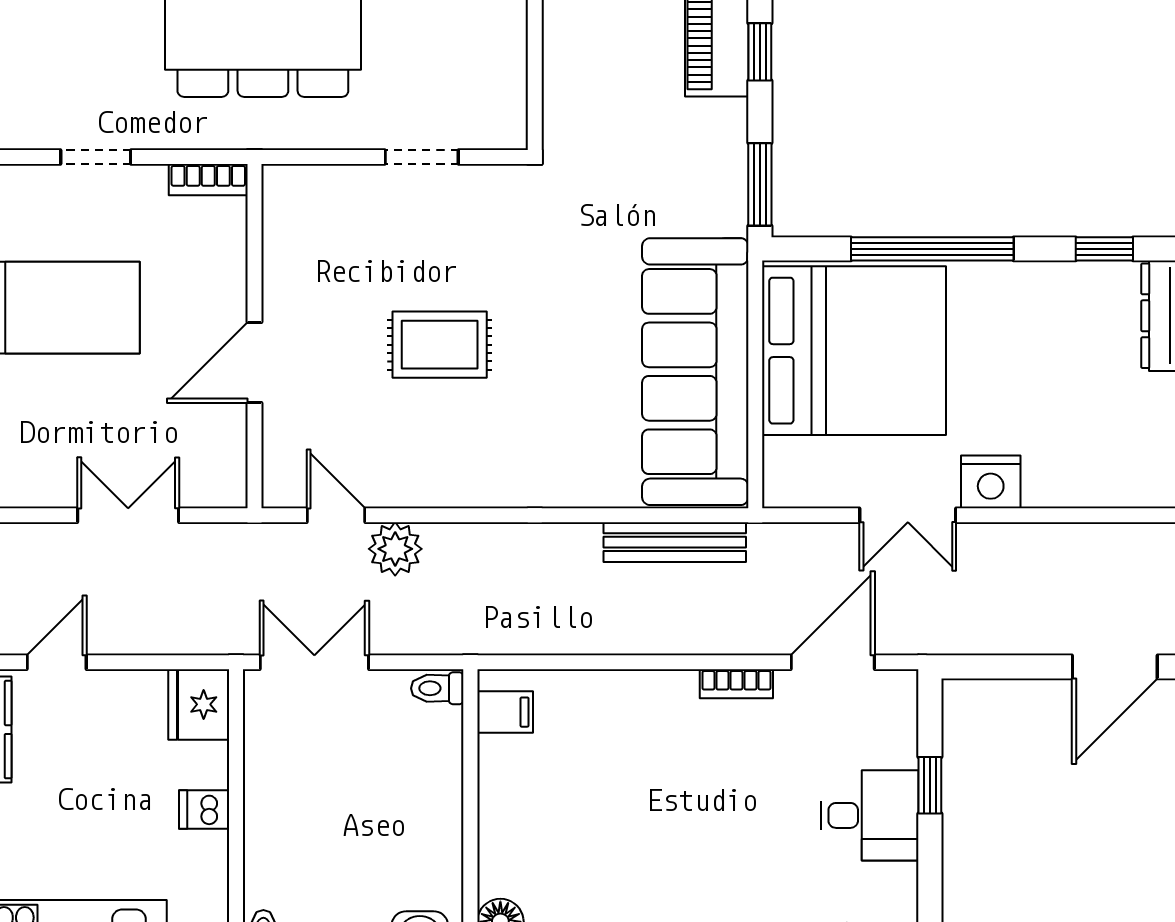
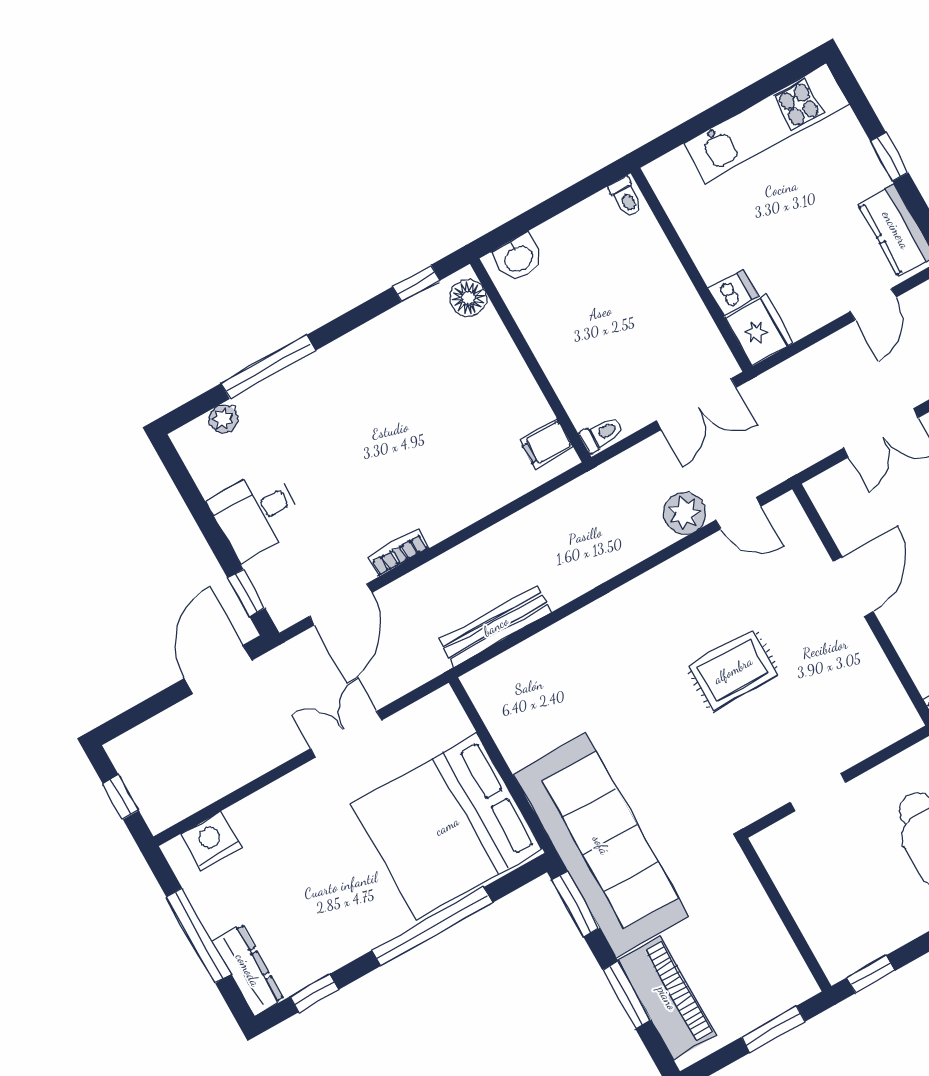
window: (760, 52) -> (627, 995), width x1.50
sofa: (695, 372) -> (601, 845), moved
nightstand: (991, 482) -> (211, 840), moved
door: (1115, 667) -> (218, 669), moved
window: (930, 785) -> (246, 593), moved
dishwasher: (204, 810) -> (733, 292), moved

